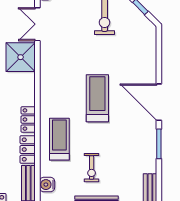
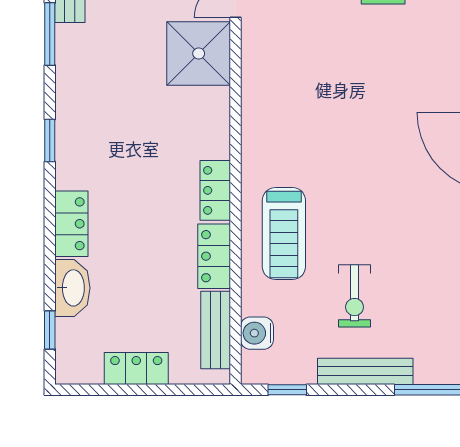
treadmill: (97, 98) -> (367, 144), removed
treadmill: (59, 139) -> (284, 234), turned 180

